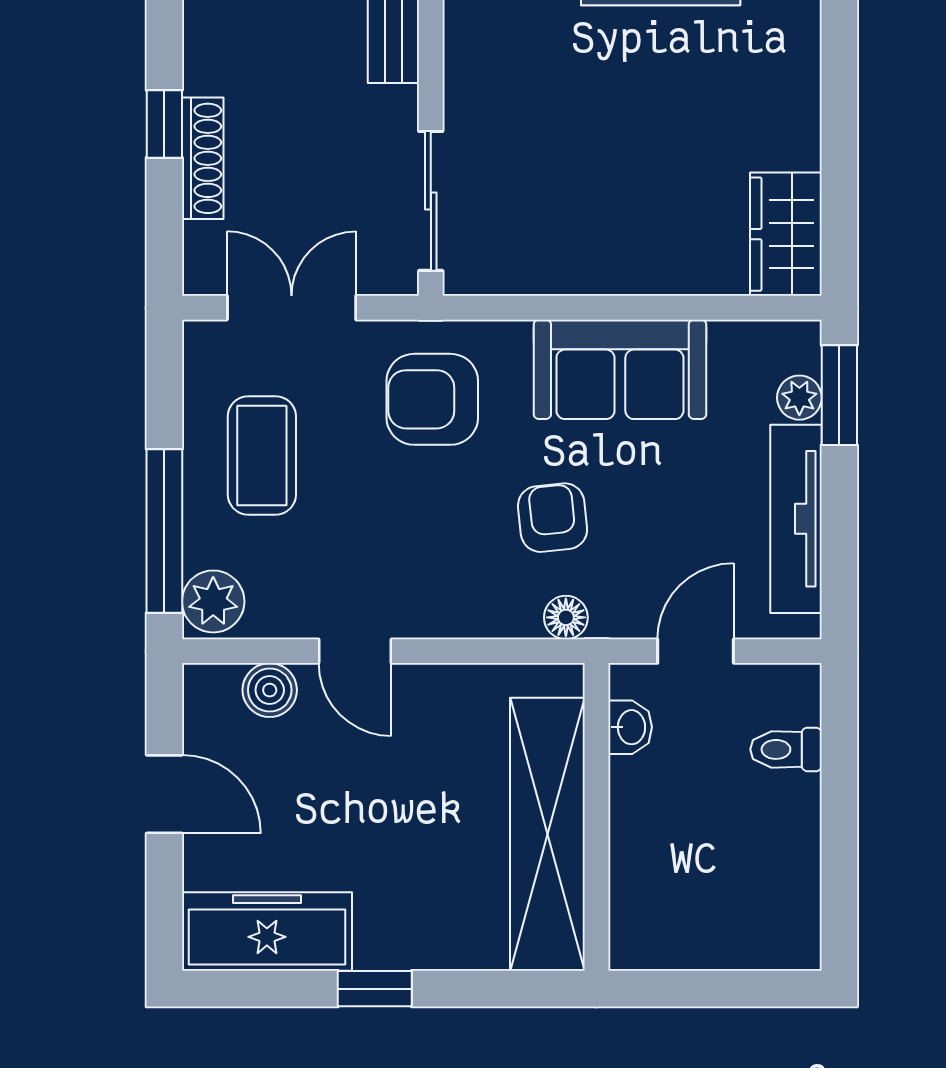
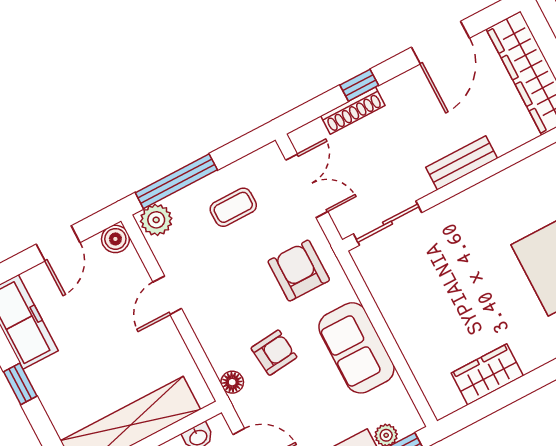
wardrobe: (786, 234) -> (487, 374), moved
coffee table: (262, 455) -> (233, 207), width x0.73, depth x0.77
boiler: (270, 690) -> (115, 239), moved

